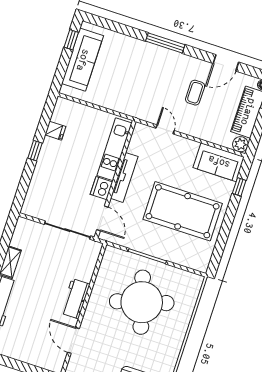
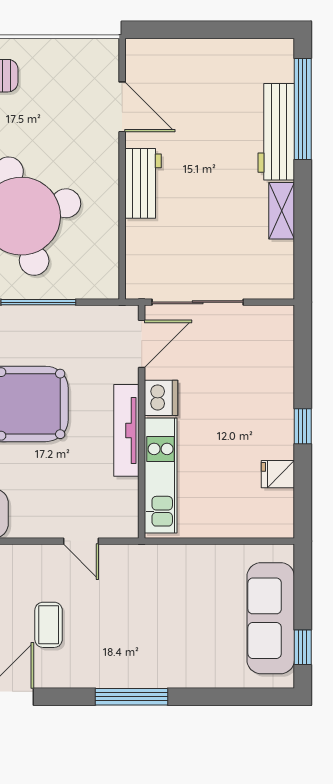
door: (102, 218) -> (142, 344), swing flipped

